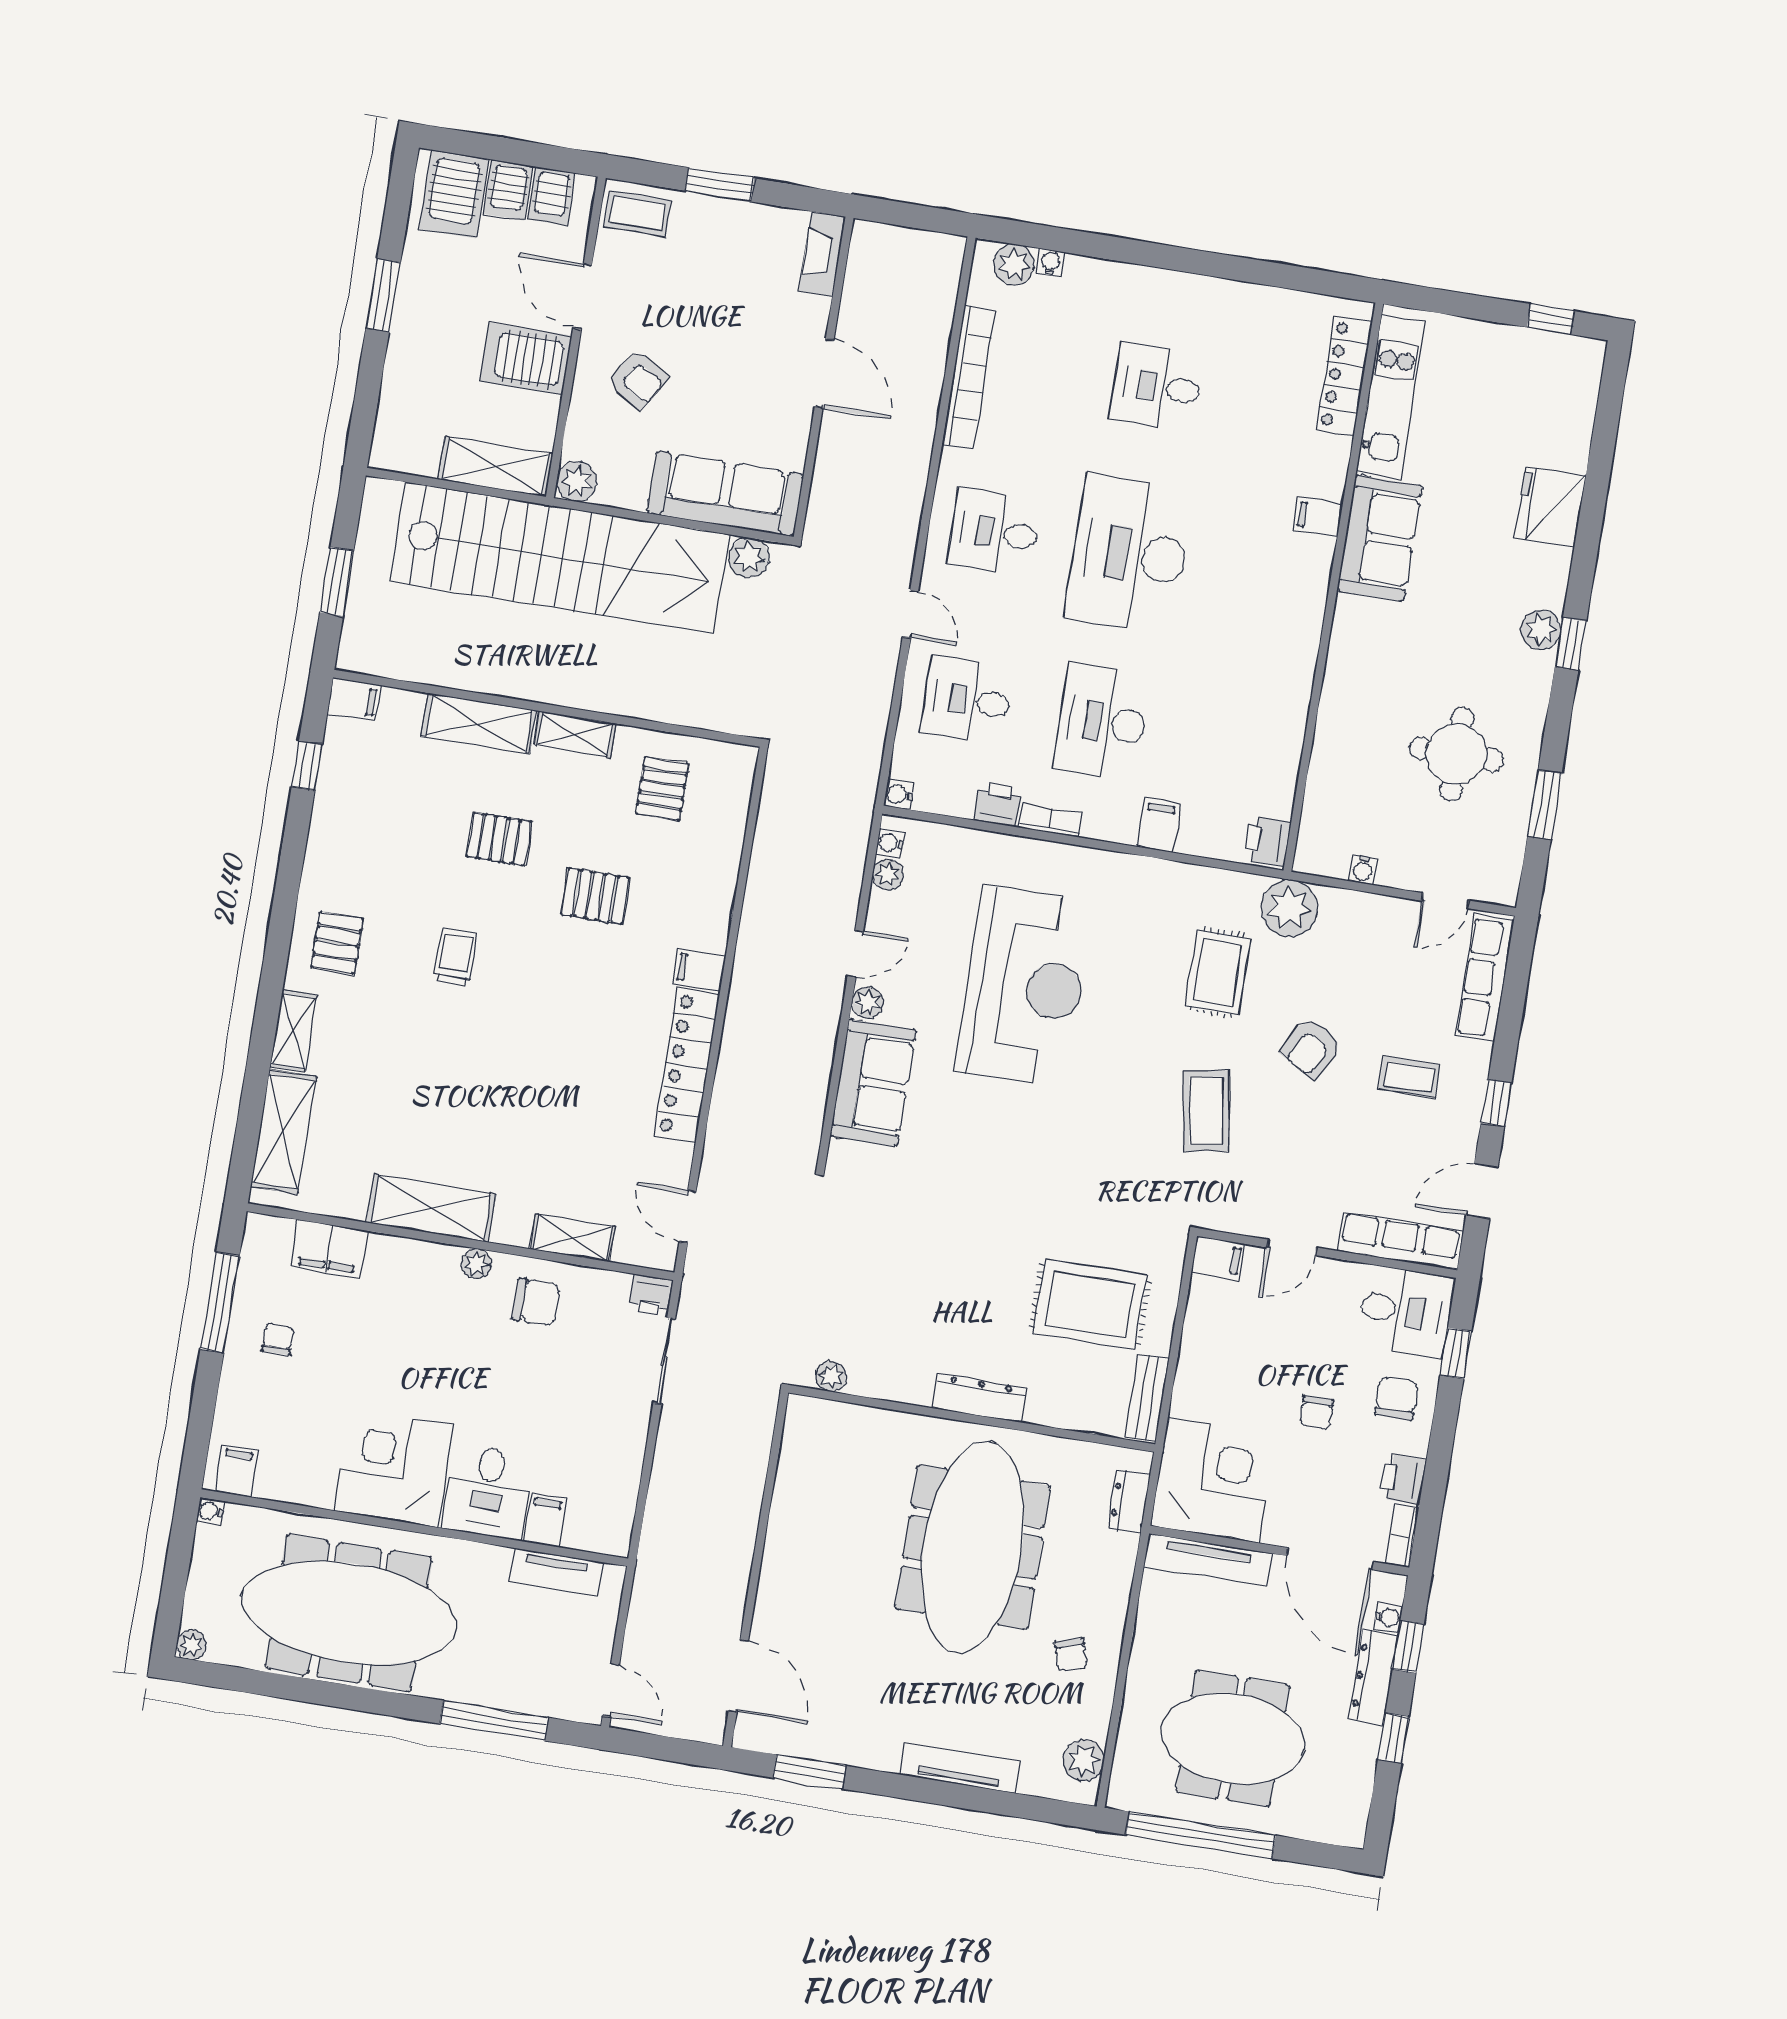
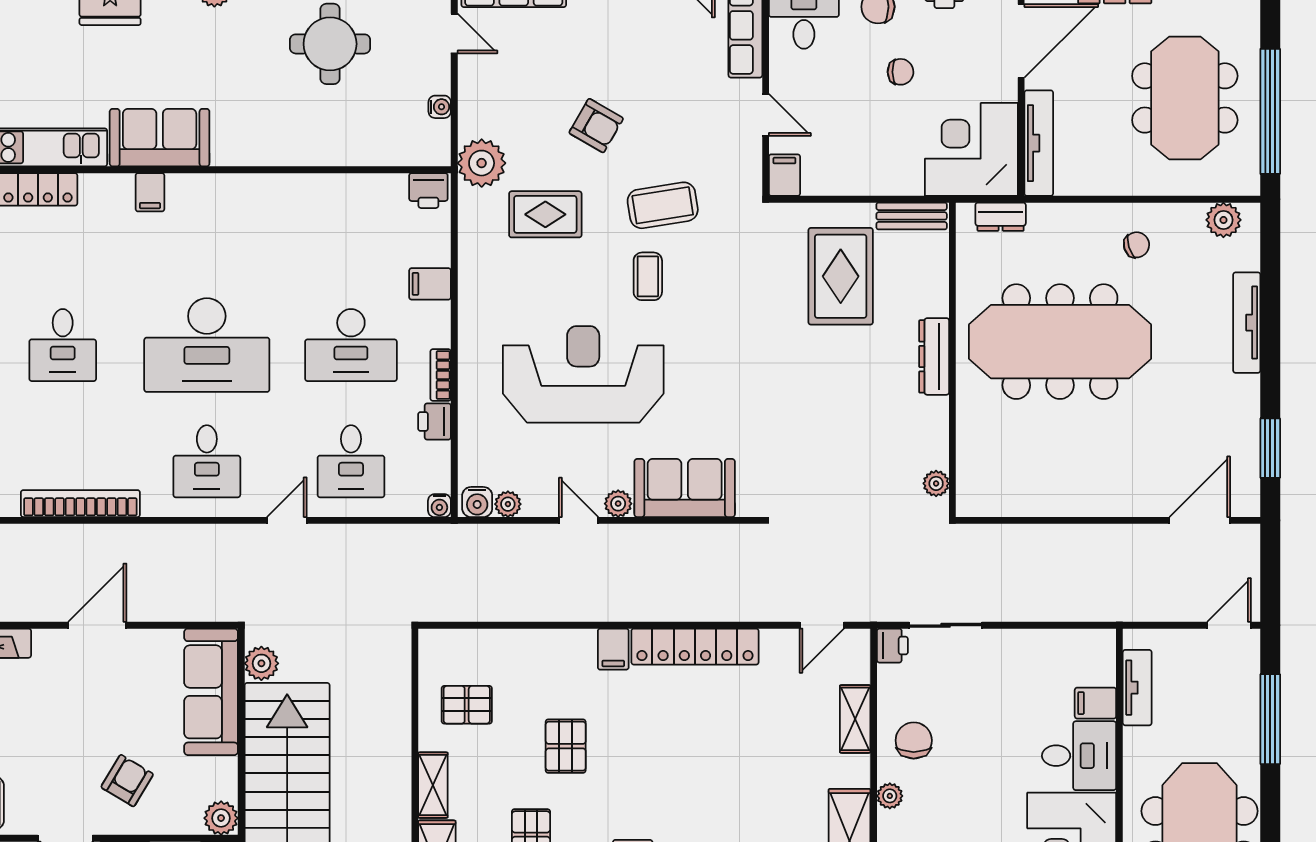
water cooler: (890, 843) -> (477, 502), width x1.38, depth x1.38
coffee table: (1409, 1077) -> (648, 276), moved

